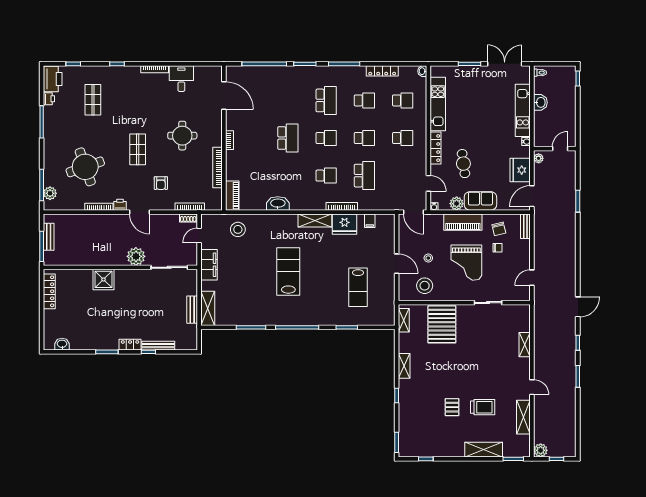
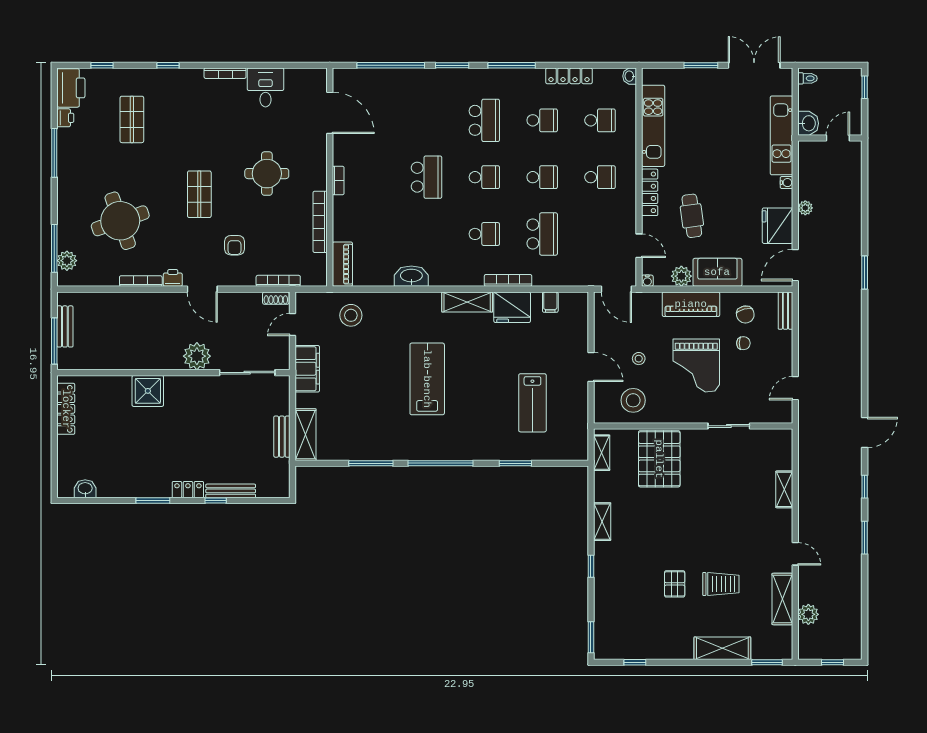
wall: (555, 149) -> (830, 138), moved
door: (560, 149) -> (838, 138), moved
plant: (541, 450) -> (808, 614), moved

